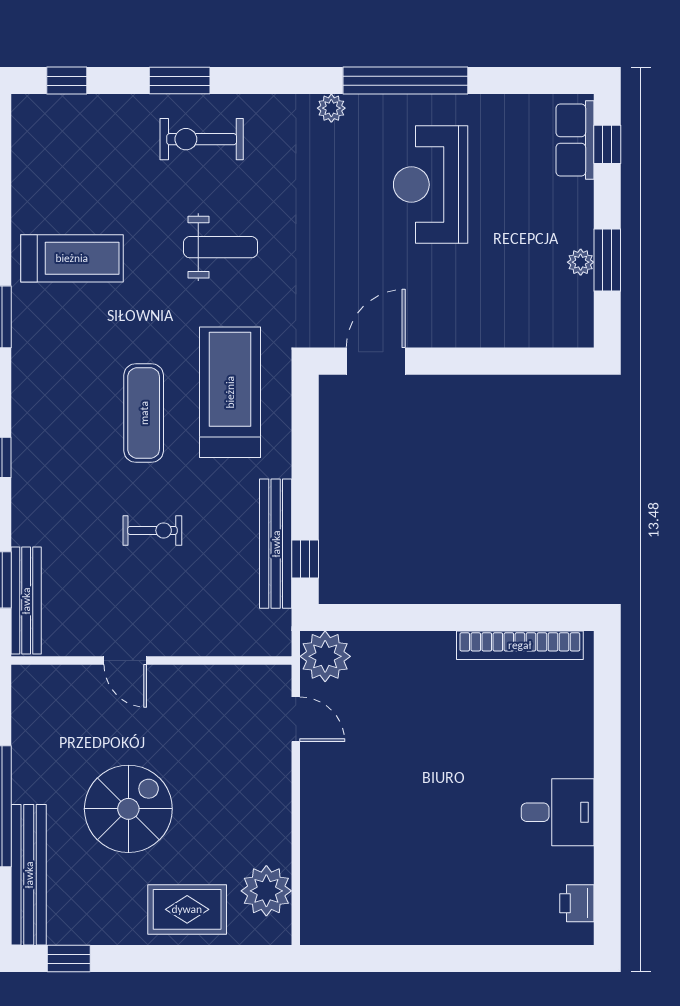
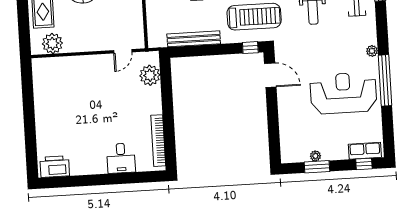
reception desk: (431, 185) -> (343, 93), width x1.36, depth x1.30
window: (305, 559) -> (250, 48), moved
plant: (325, 656) -> (150, 75), moved
desk: (558, 812) -> (121, 158), moved
printer: (577, 903) -> (55, 167), width x1.87, depth x1.48

